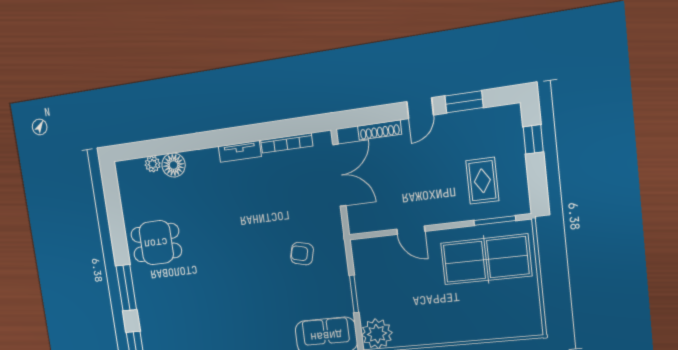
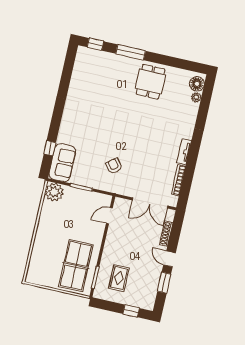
floor lamp: (174, 165) -> (197, 84), moved
rug: (482, 181) -> (119, 278), turned 90
door: (411, 230) -> (109, 216), moved
armchair: (302, 254) -> (114, 166), turned -53

